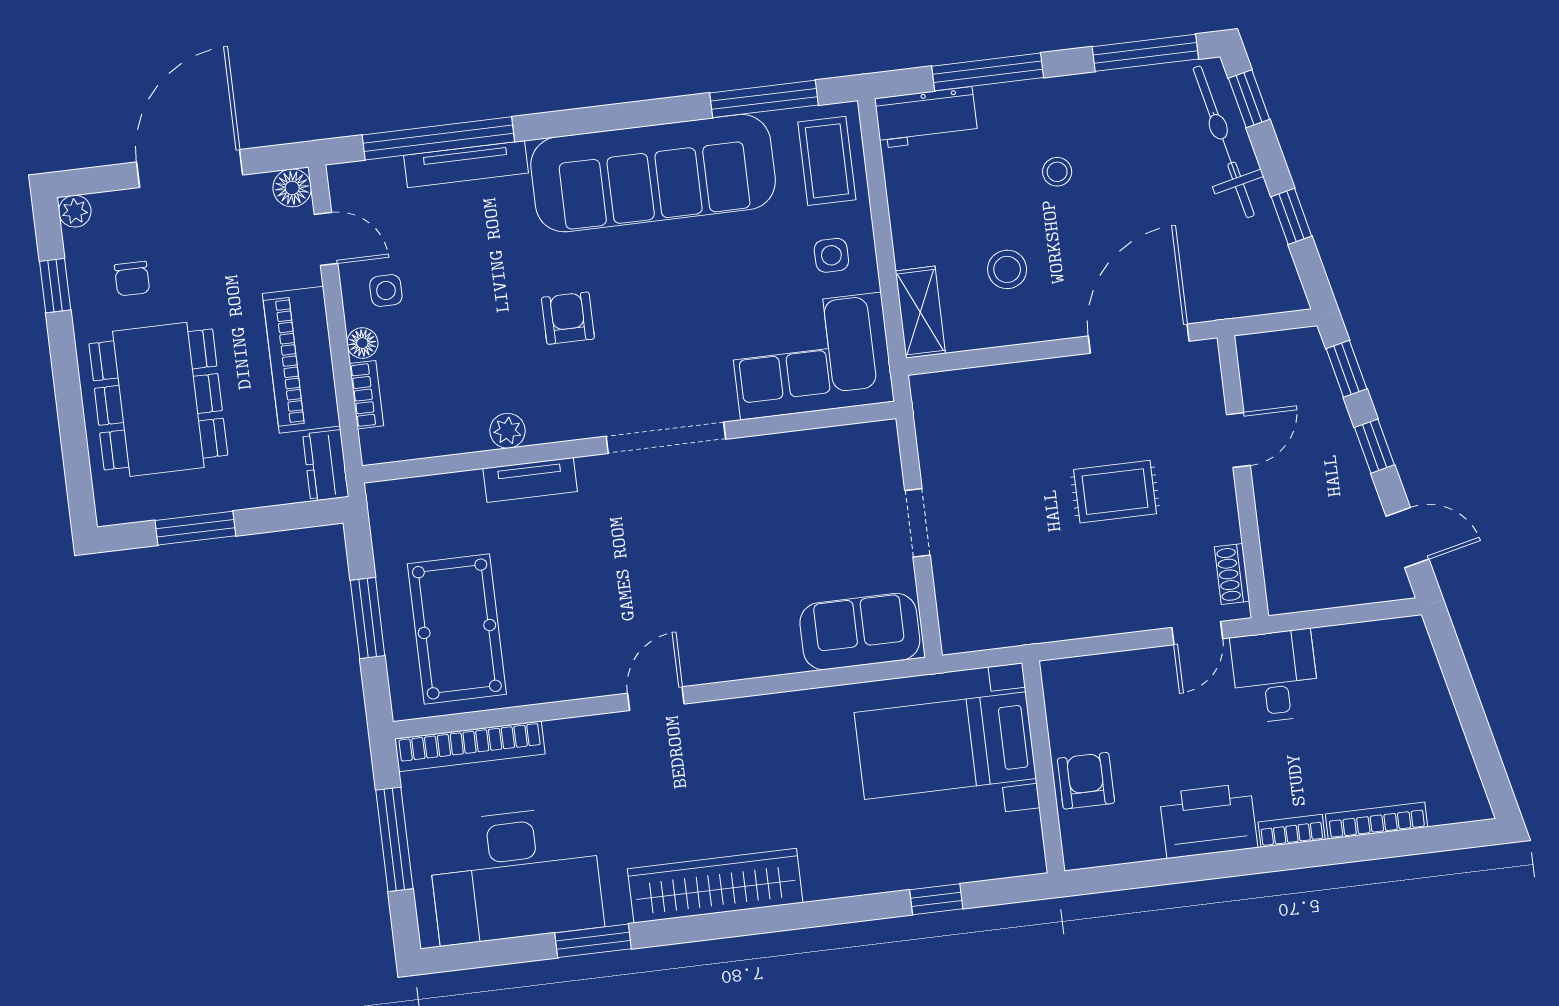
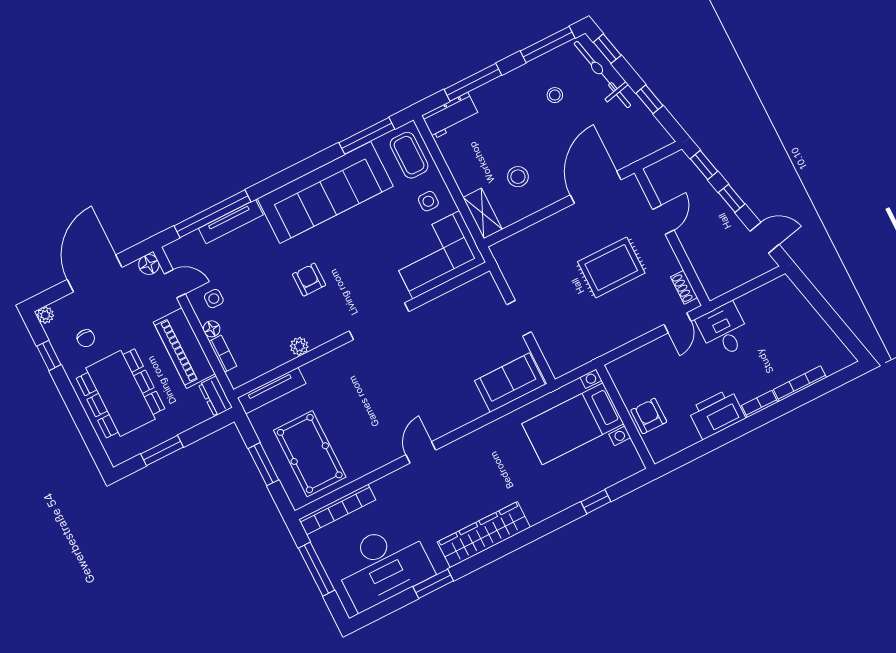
stool: (1057, 172) -> (555, 95), moved
tv unit: (530, 480) -> (272, 391), moved, width x1.41
rug: (1115, 492) -> (611, 267), width x1.36, depth x1.43

